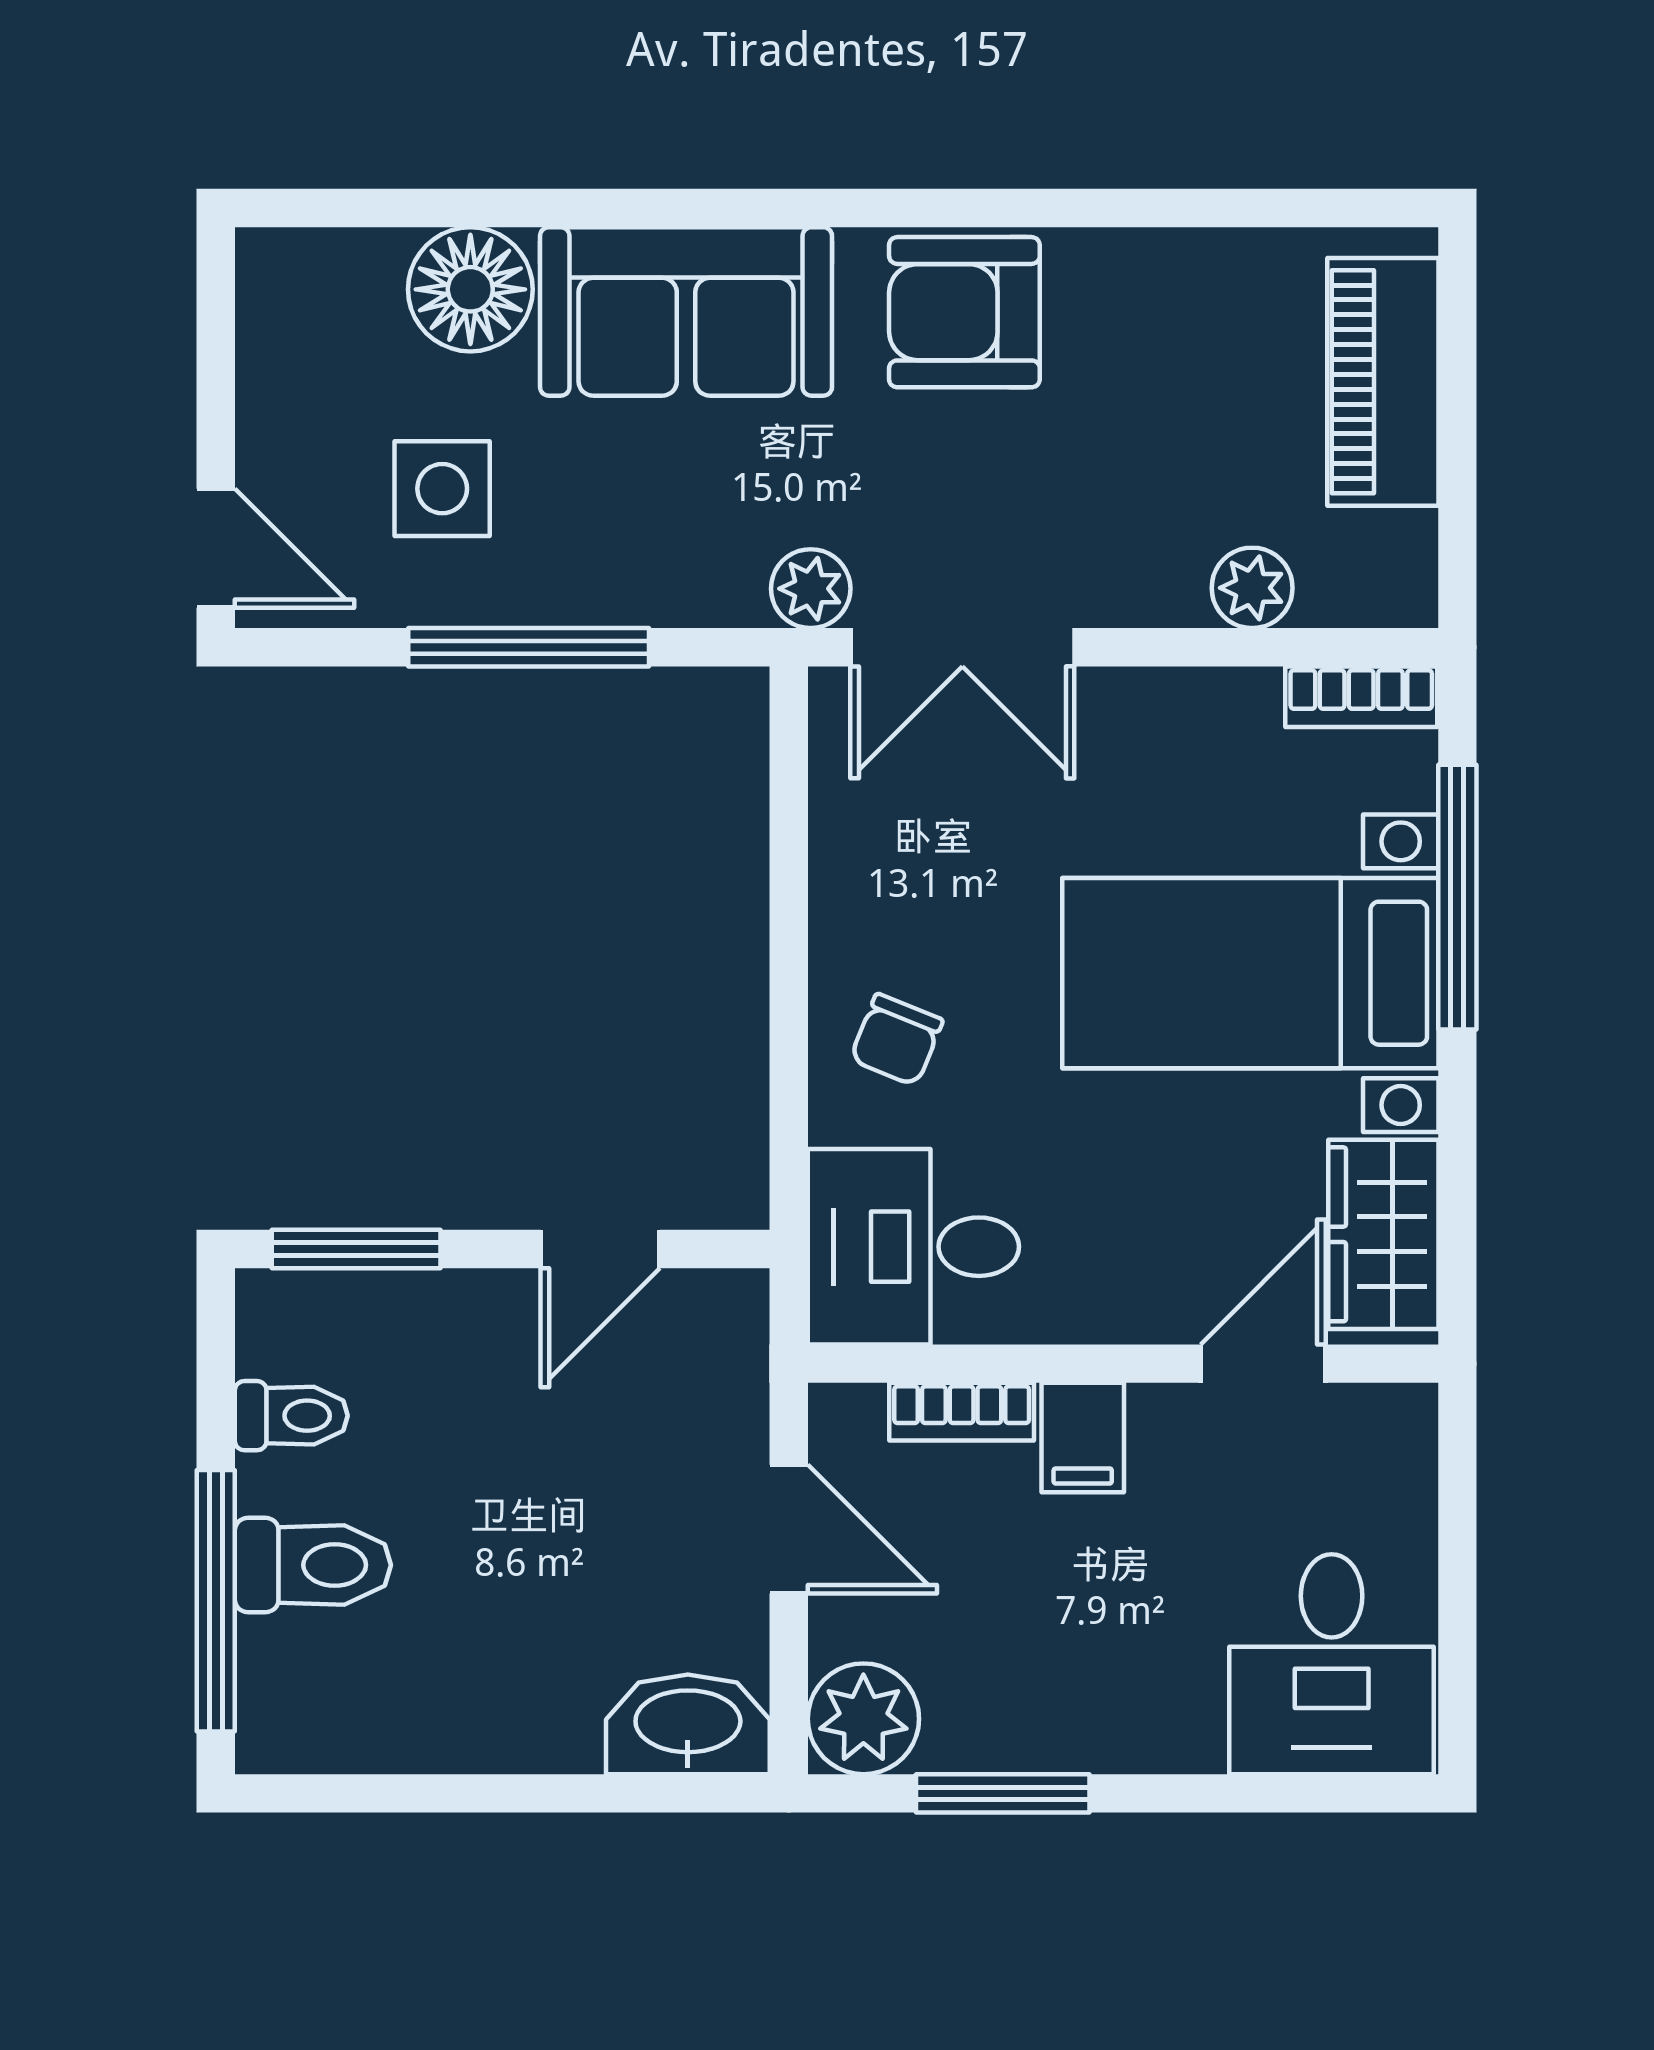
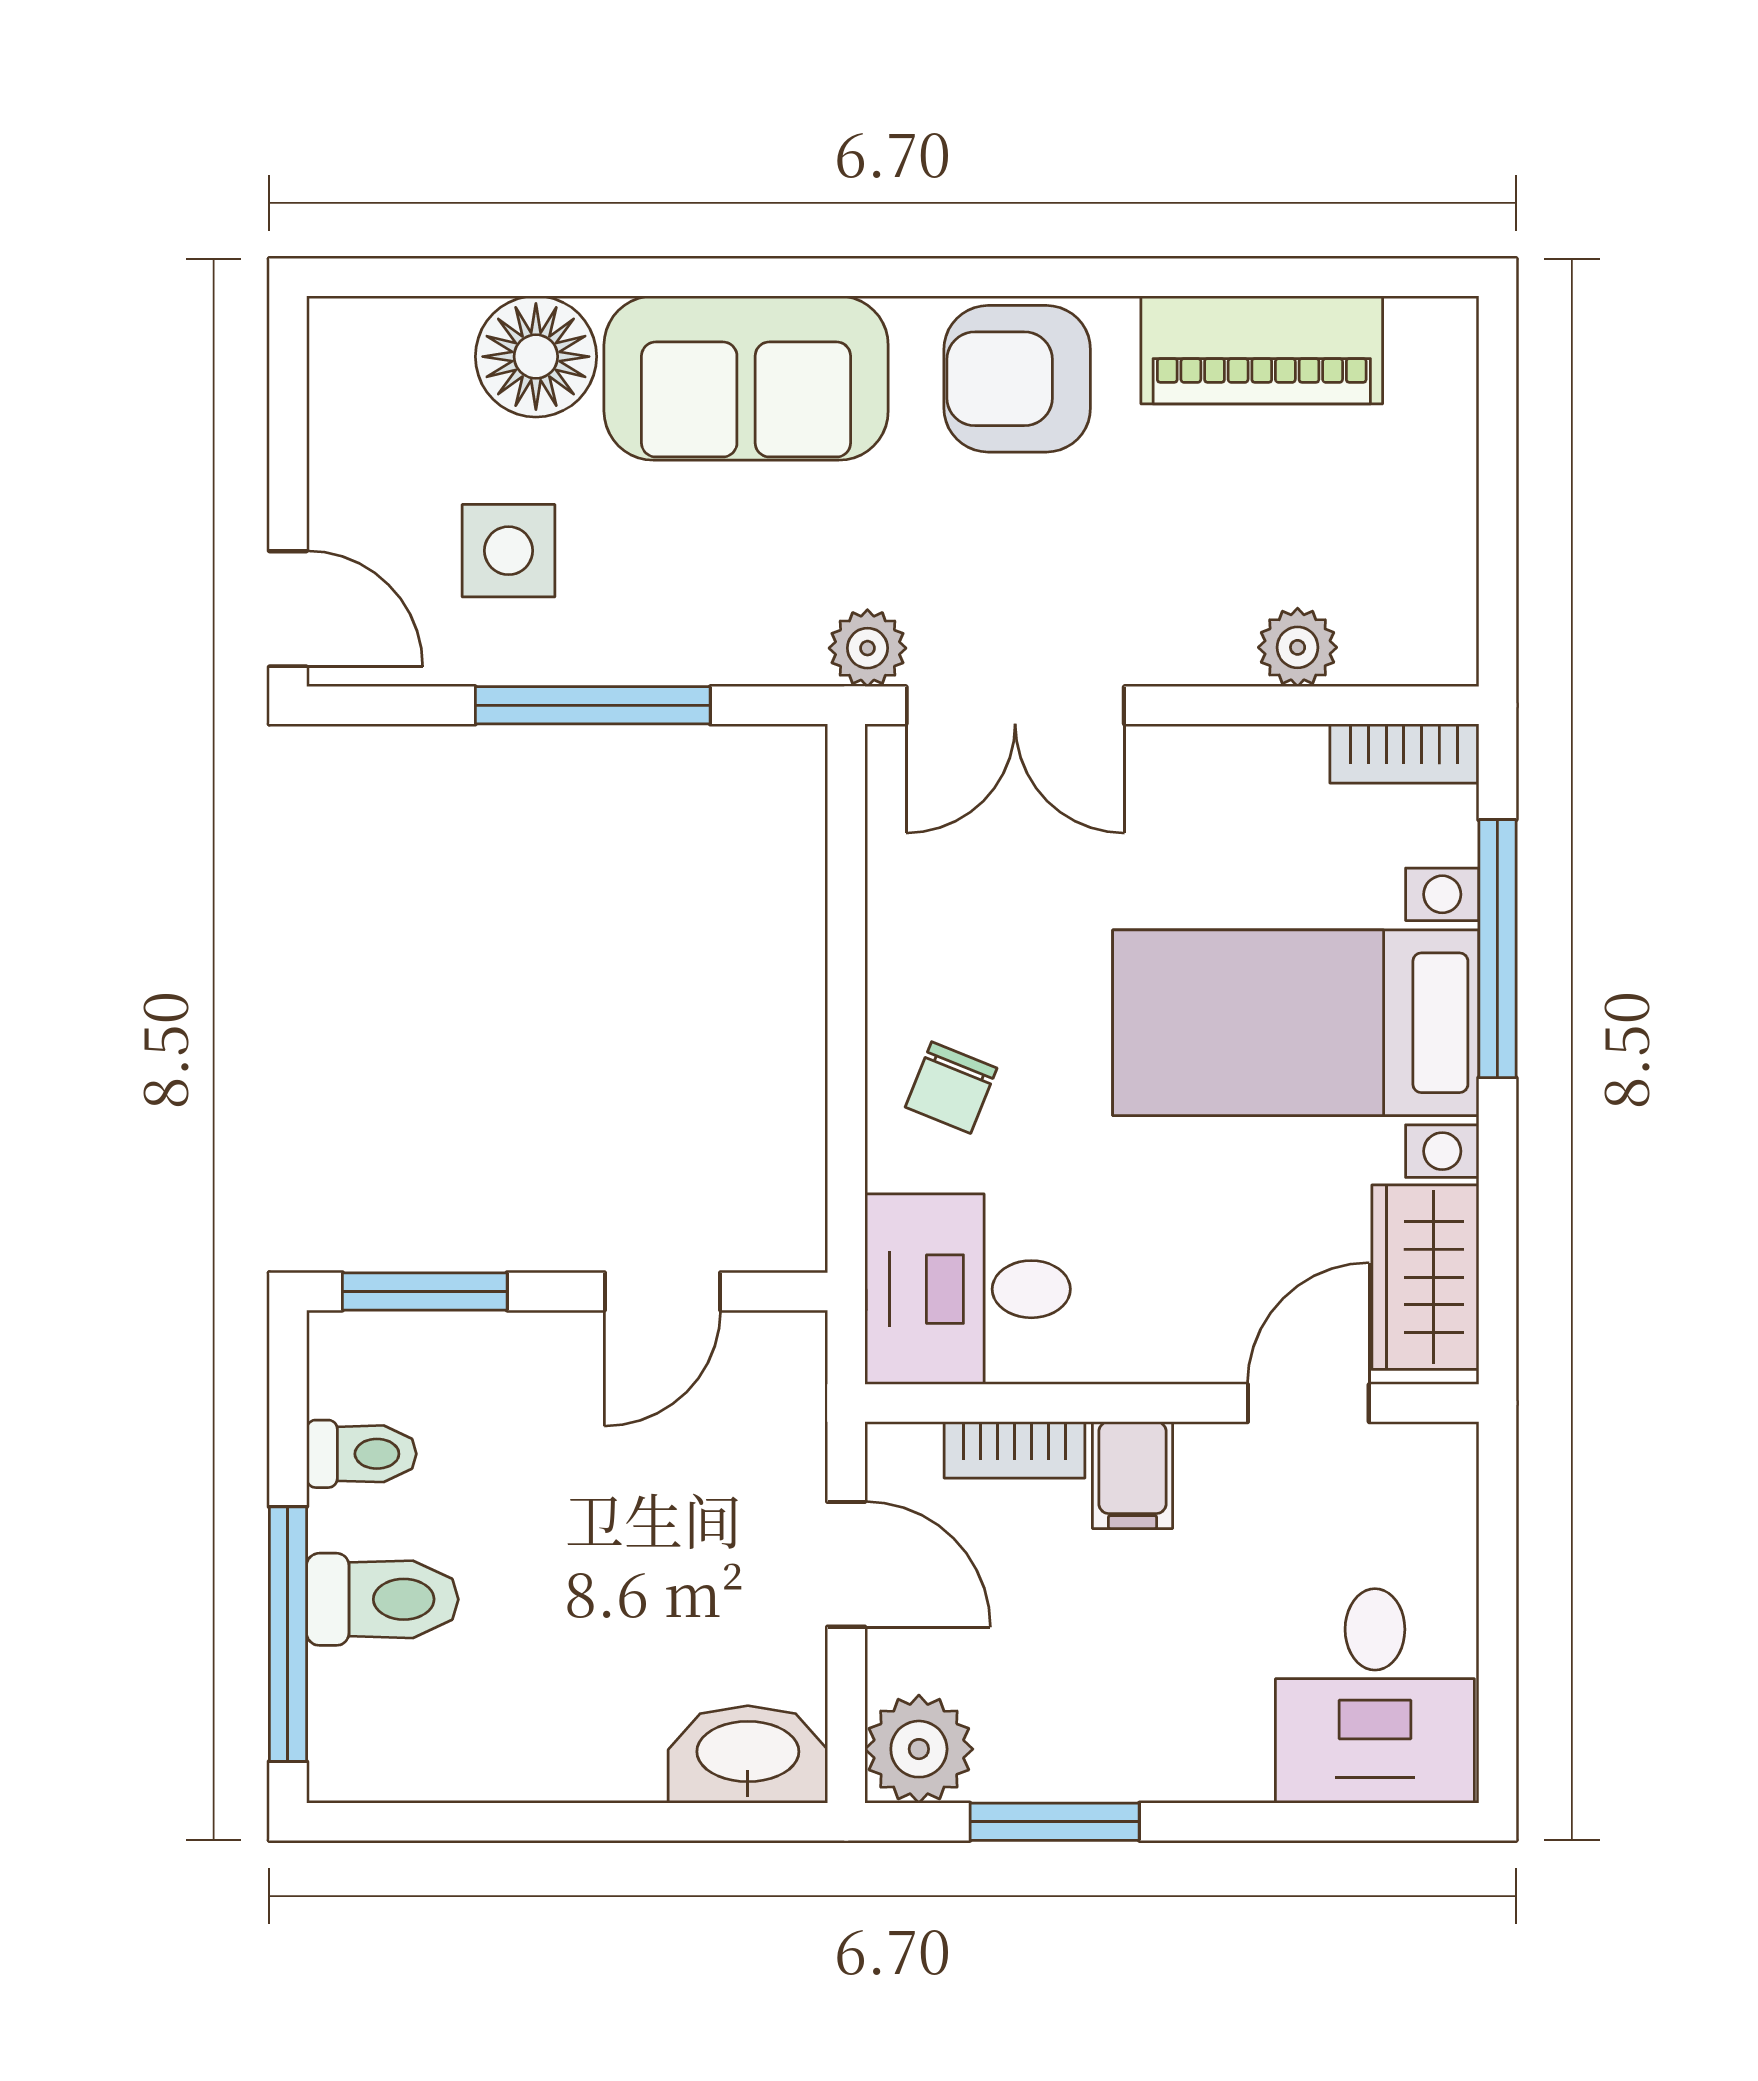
piano: (1383, 382) -> (1262, 350), moved, turned -90

